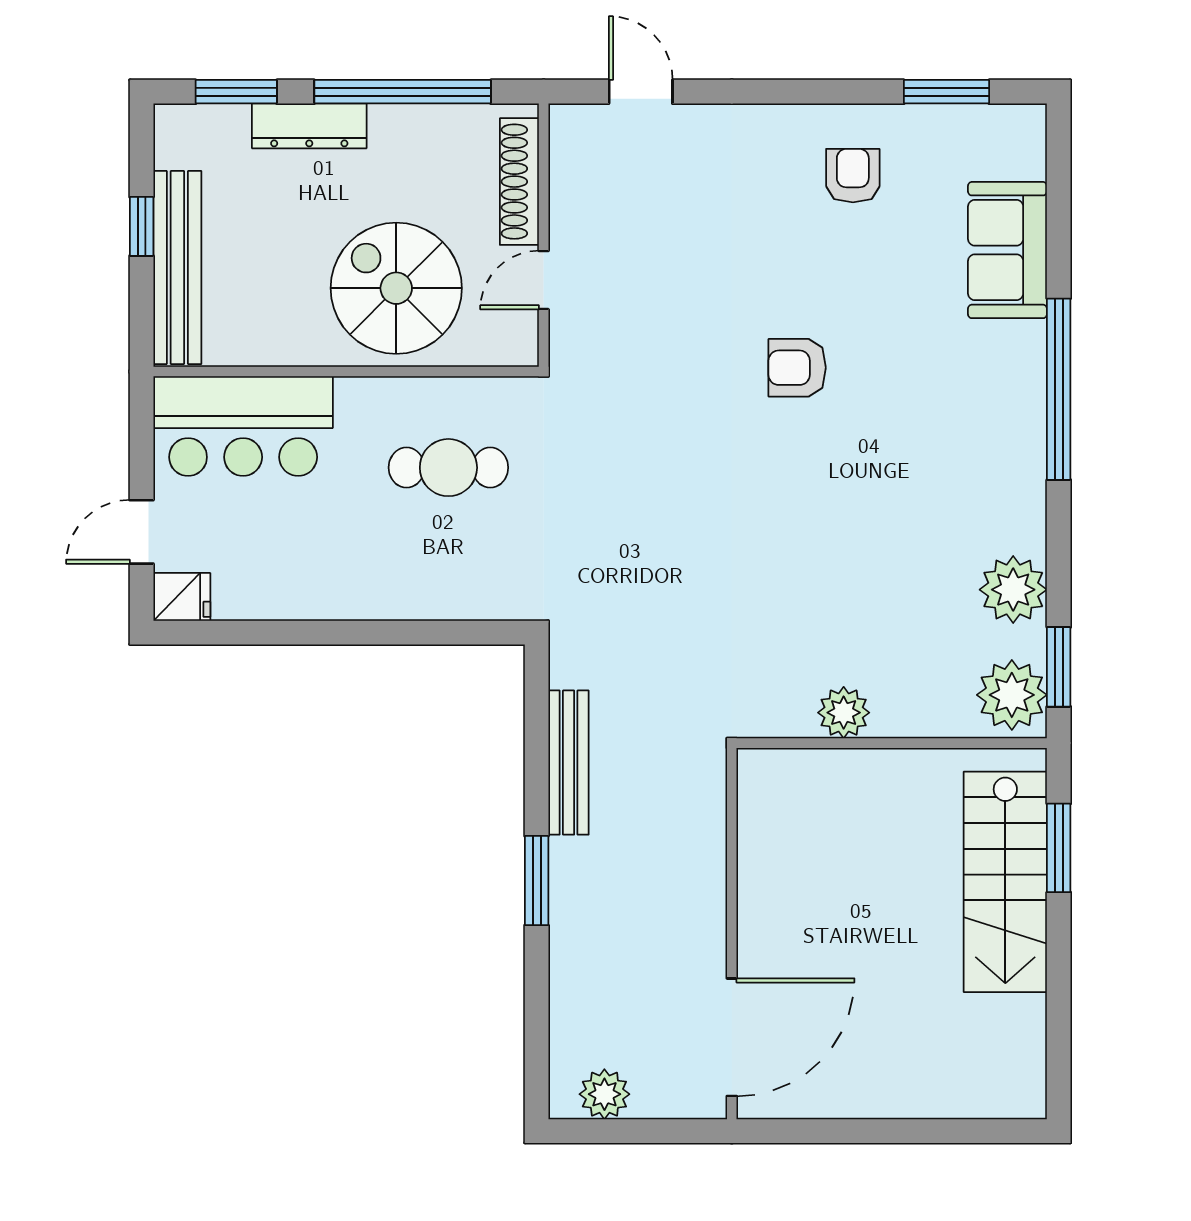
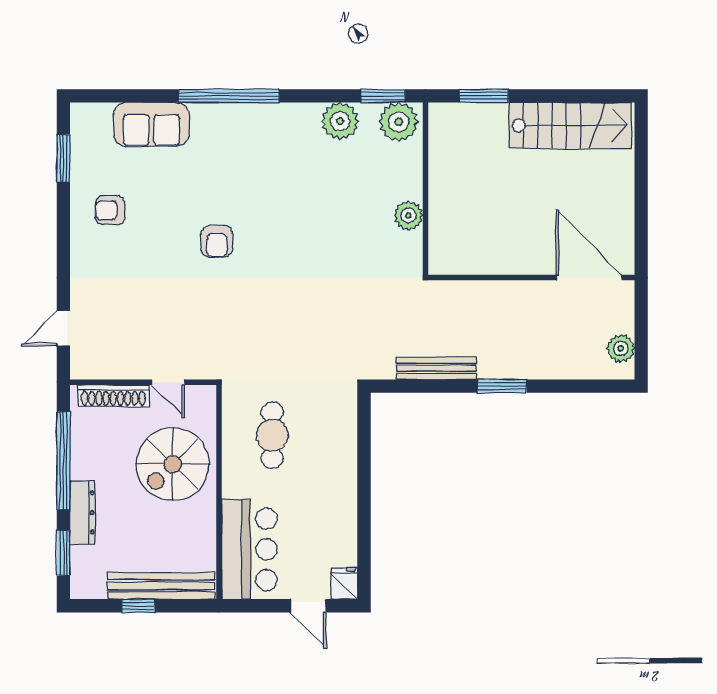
stairs: (1005, 882) -> (570, 126), moved

